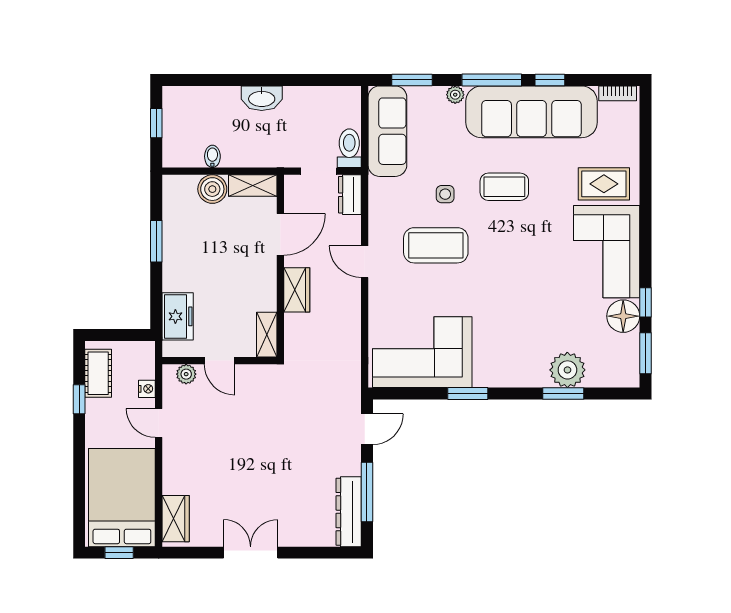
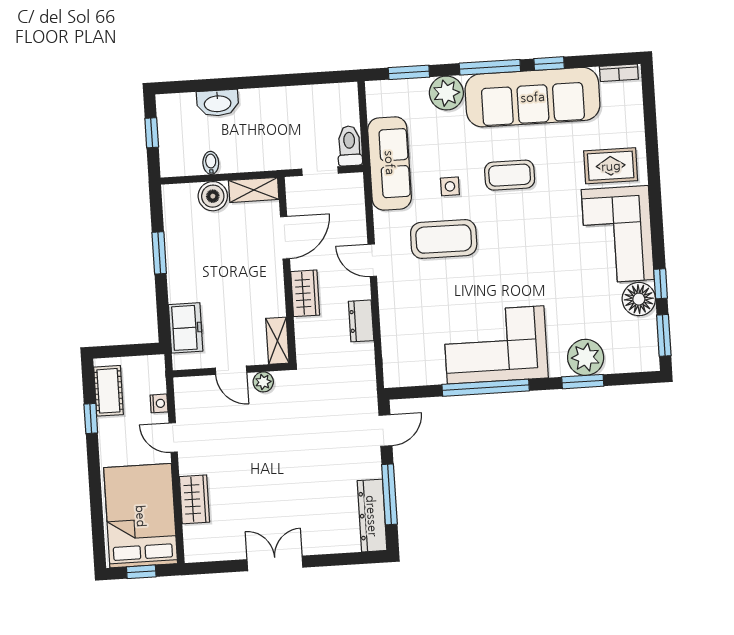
plant: (455, 95) -> (446, 93), width x1.88, depth x1.88
washbasin: (262, 98) -> (218, 103), moved
sofa: (387, 131) -> (390, 163), moved
dresser: (350, 195) -> (361, 321), moved
corner sofa: (422, 352) -> (496, 345), moved
plant: (186, 374) -> (263, 382), moved
window: (468, 394) -> (486, 388), width x2.11
wardrobe: (176, 519) -> (194, 499), moved

